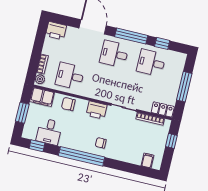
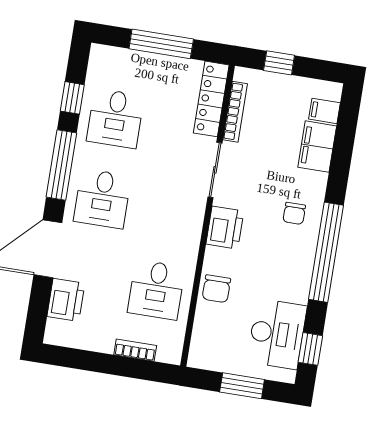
printer: (56, 31) -> (66, 300), moved
plant: (40, 79) -> (168, 353), removed
filing cabinet: (42, 97) -> (317, 147), moved, turned 180
locker: (163, 109) -> (211, 99), width x1.53
desk: (49, 132) -> (277, 334), width x1.37

